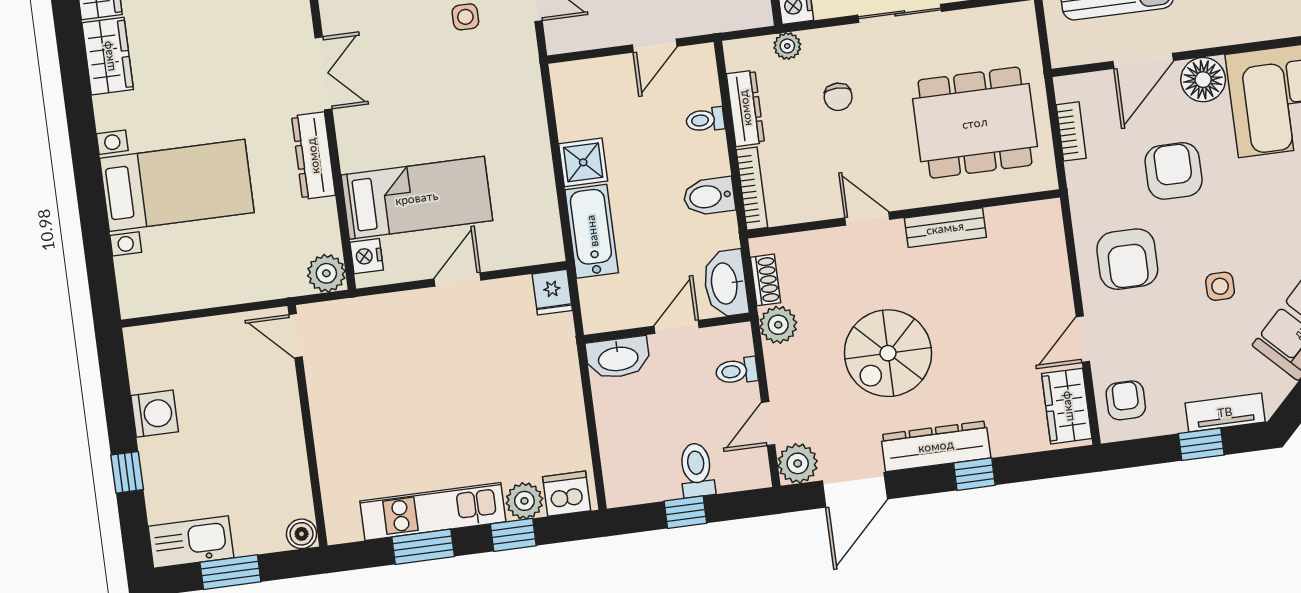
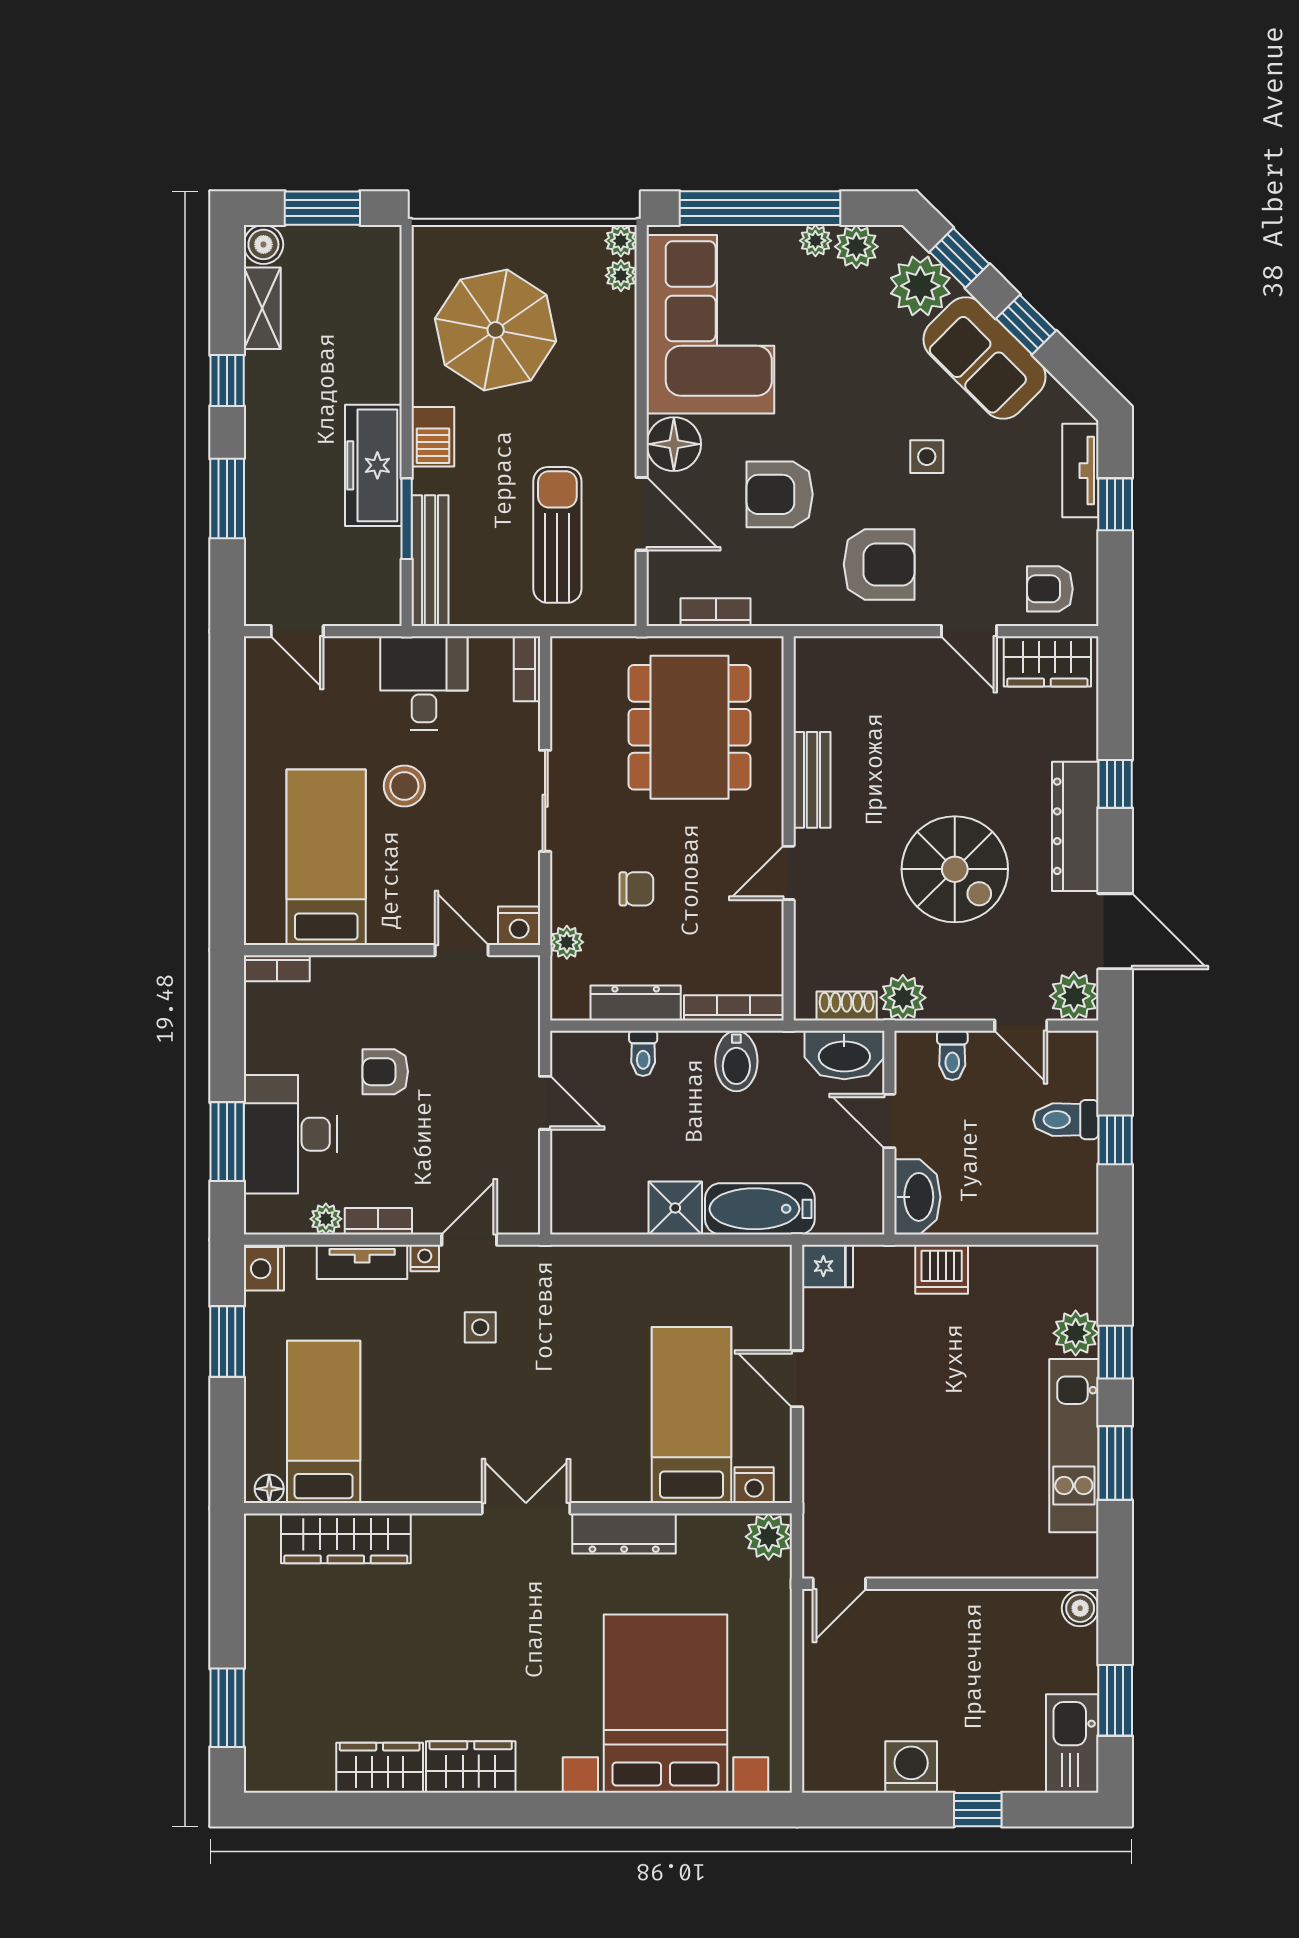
bed with nightstands: (177, 185) -> (666, 1704), width x1.36
dishwasher: (567, 494) -> (942, 1269), moved, turned -90

